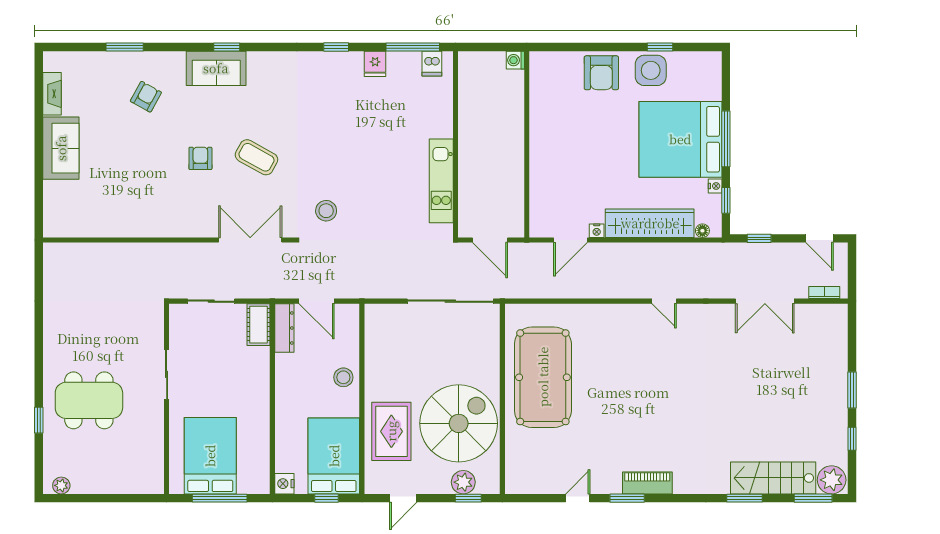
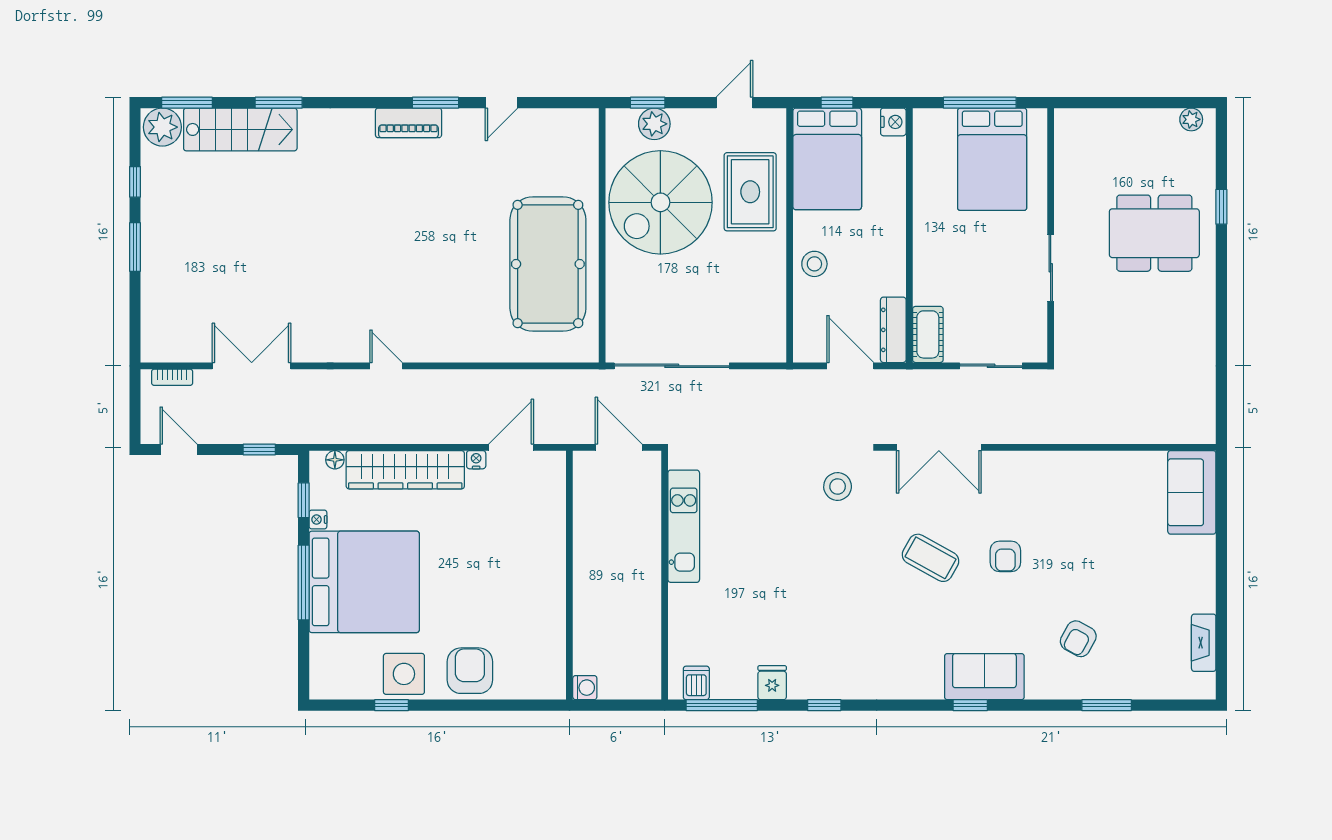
sofa: (61, 148) -> (1192, 492), moved

